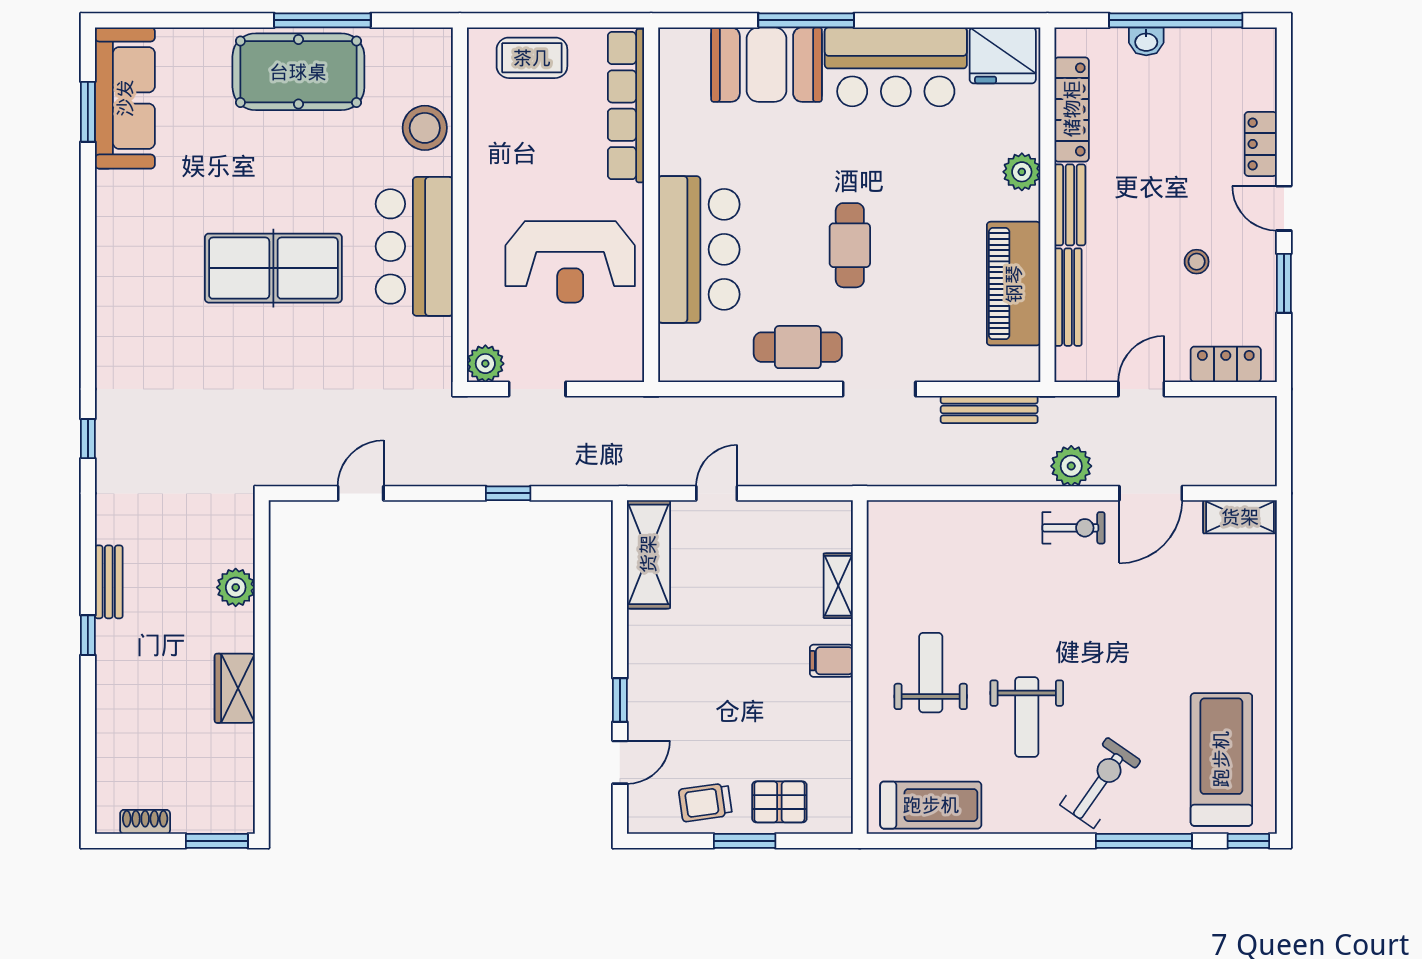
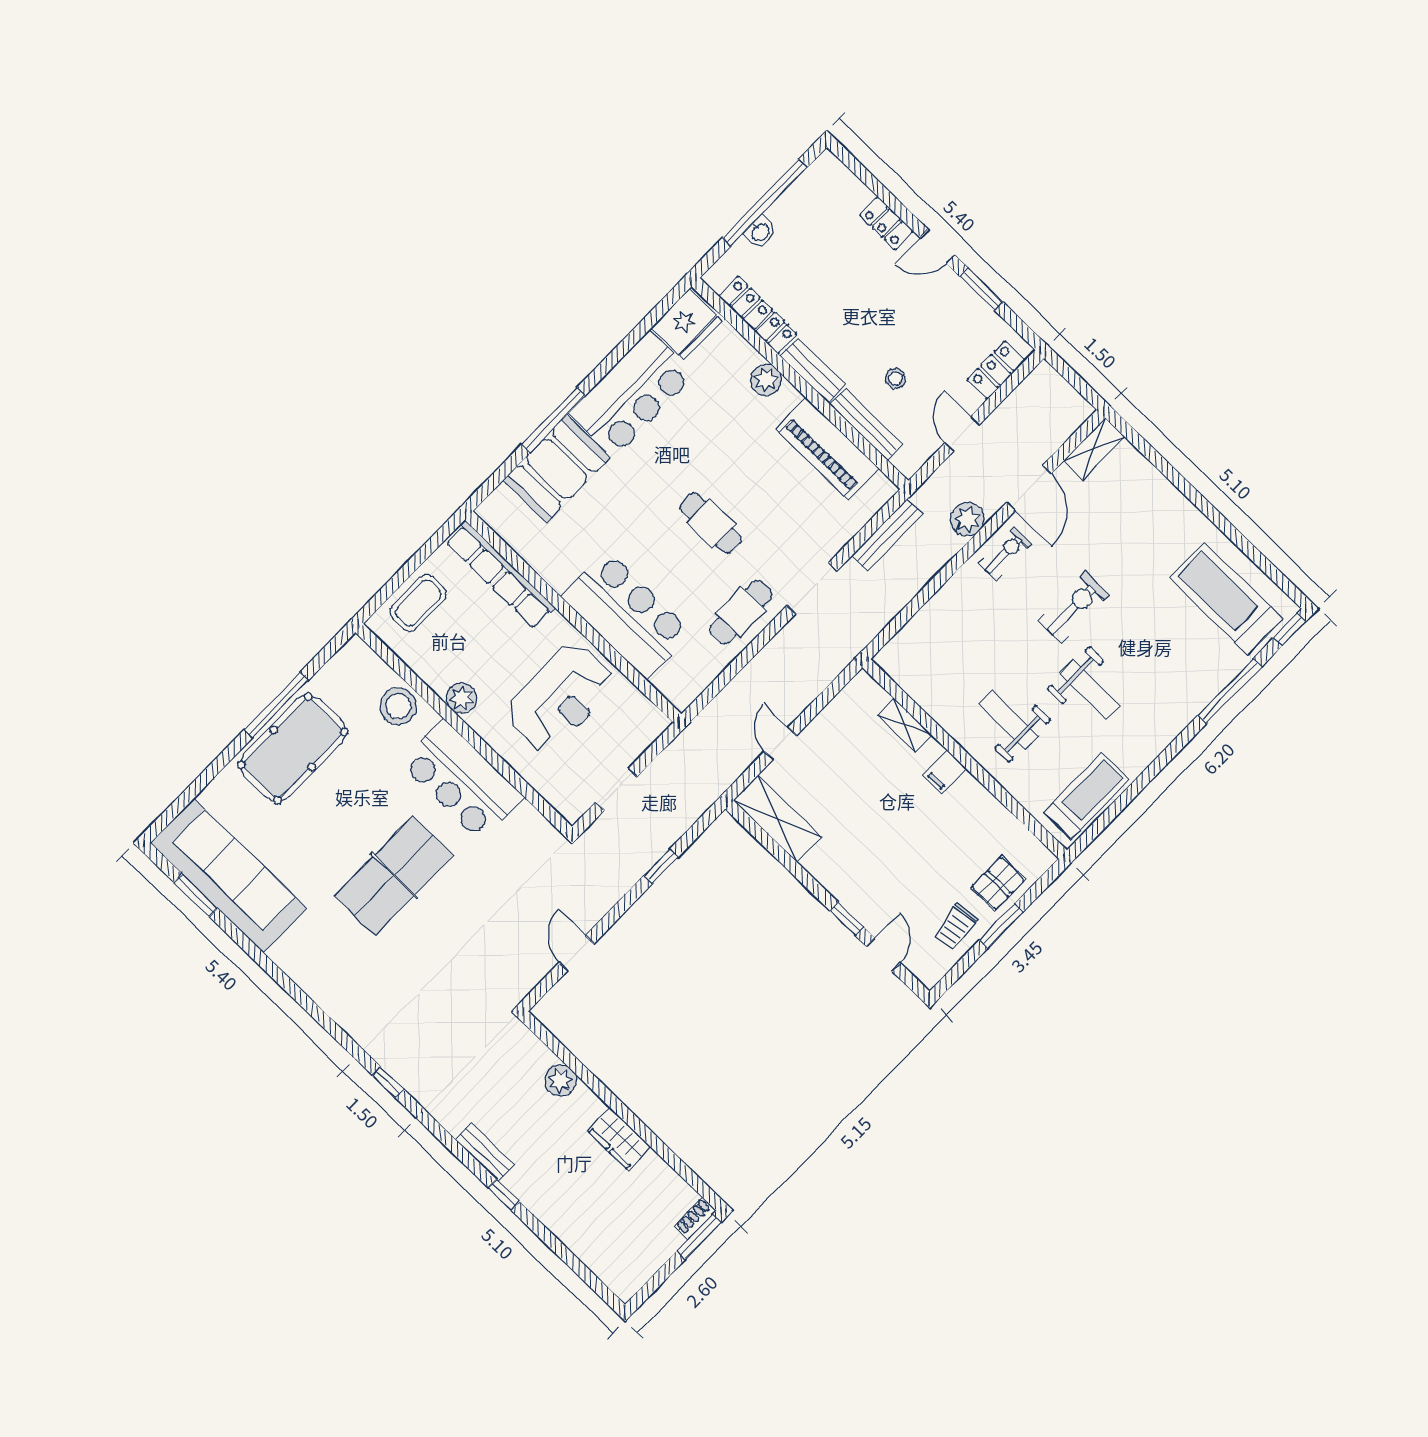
sofa: (125, 98) -> (228, 875), width x1.36, depth x1.27
stool: (1197, 262) -> (895, 378), moved
plant: (485, 364) -> (461, 698), moved
exercise bike: (1100, 783) -> (1074, 607), moved, turned 55
shoe rack: (145, 822) -> (695, 1218), moved

